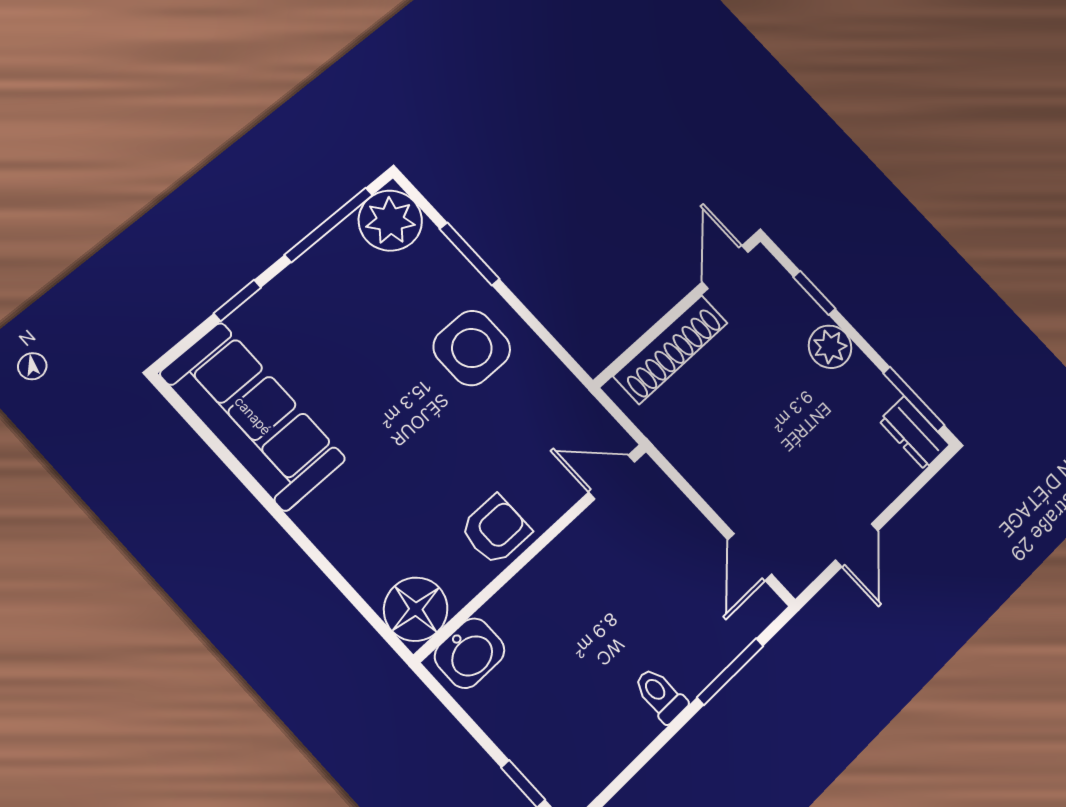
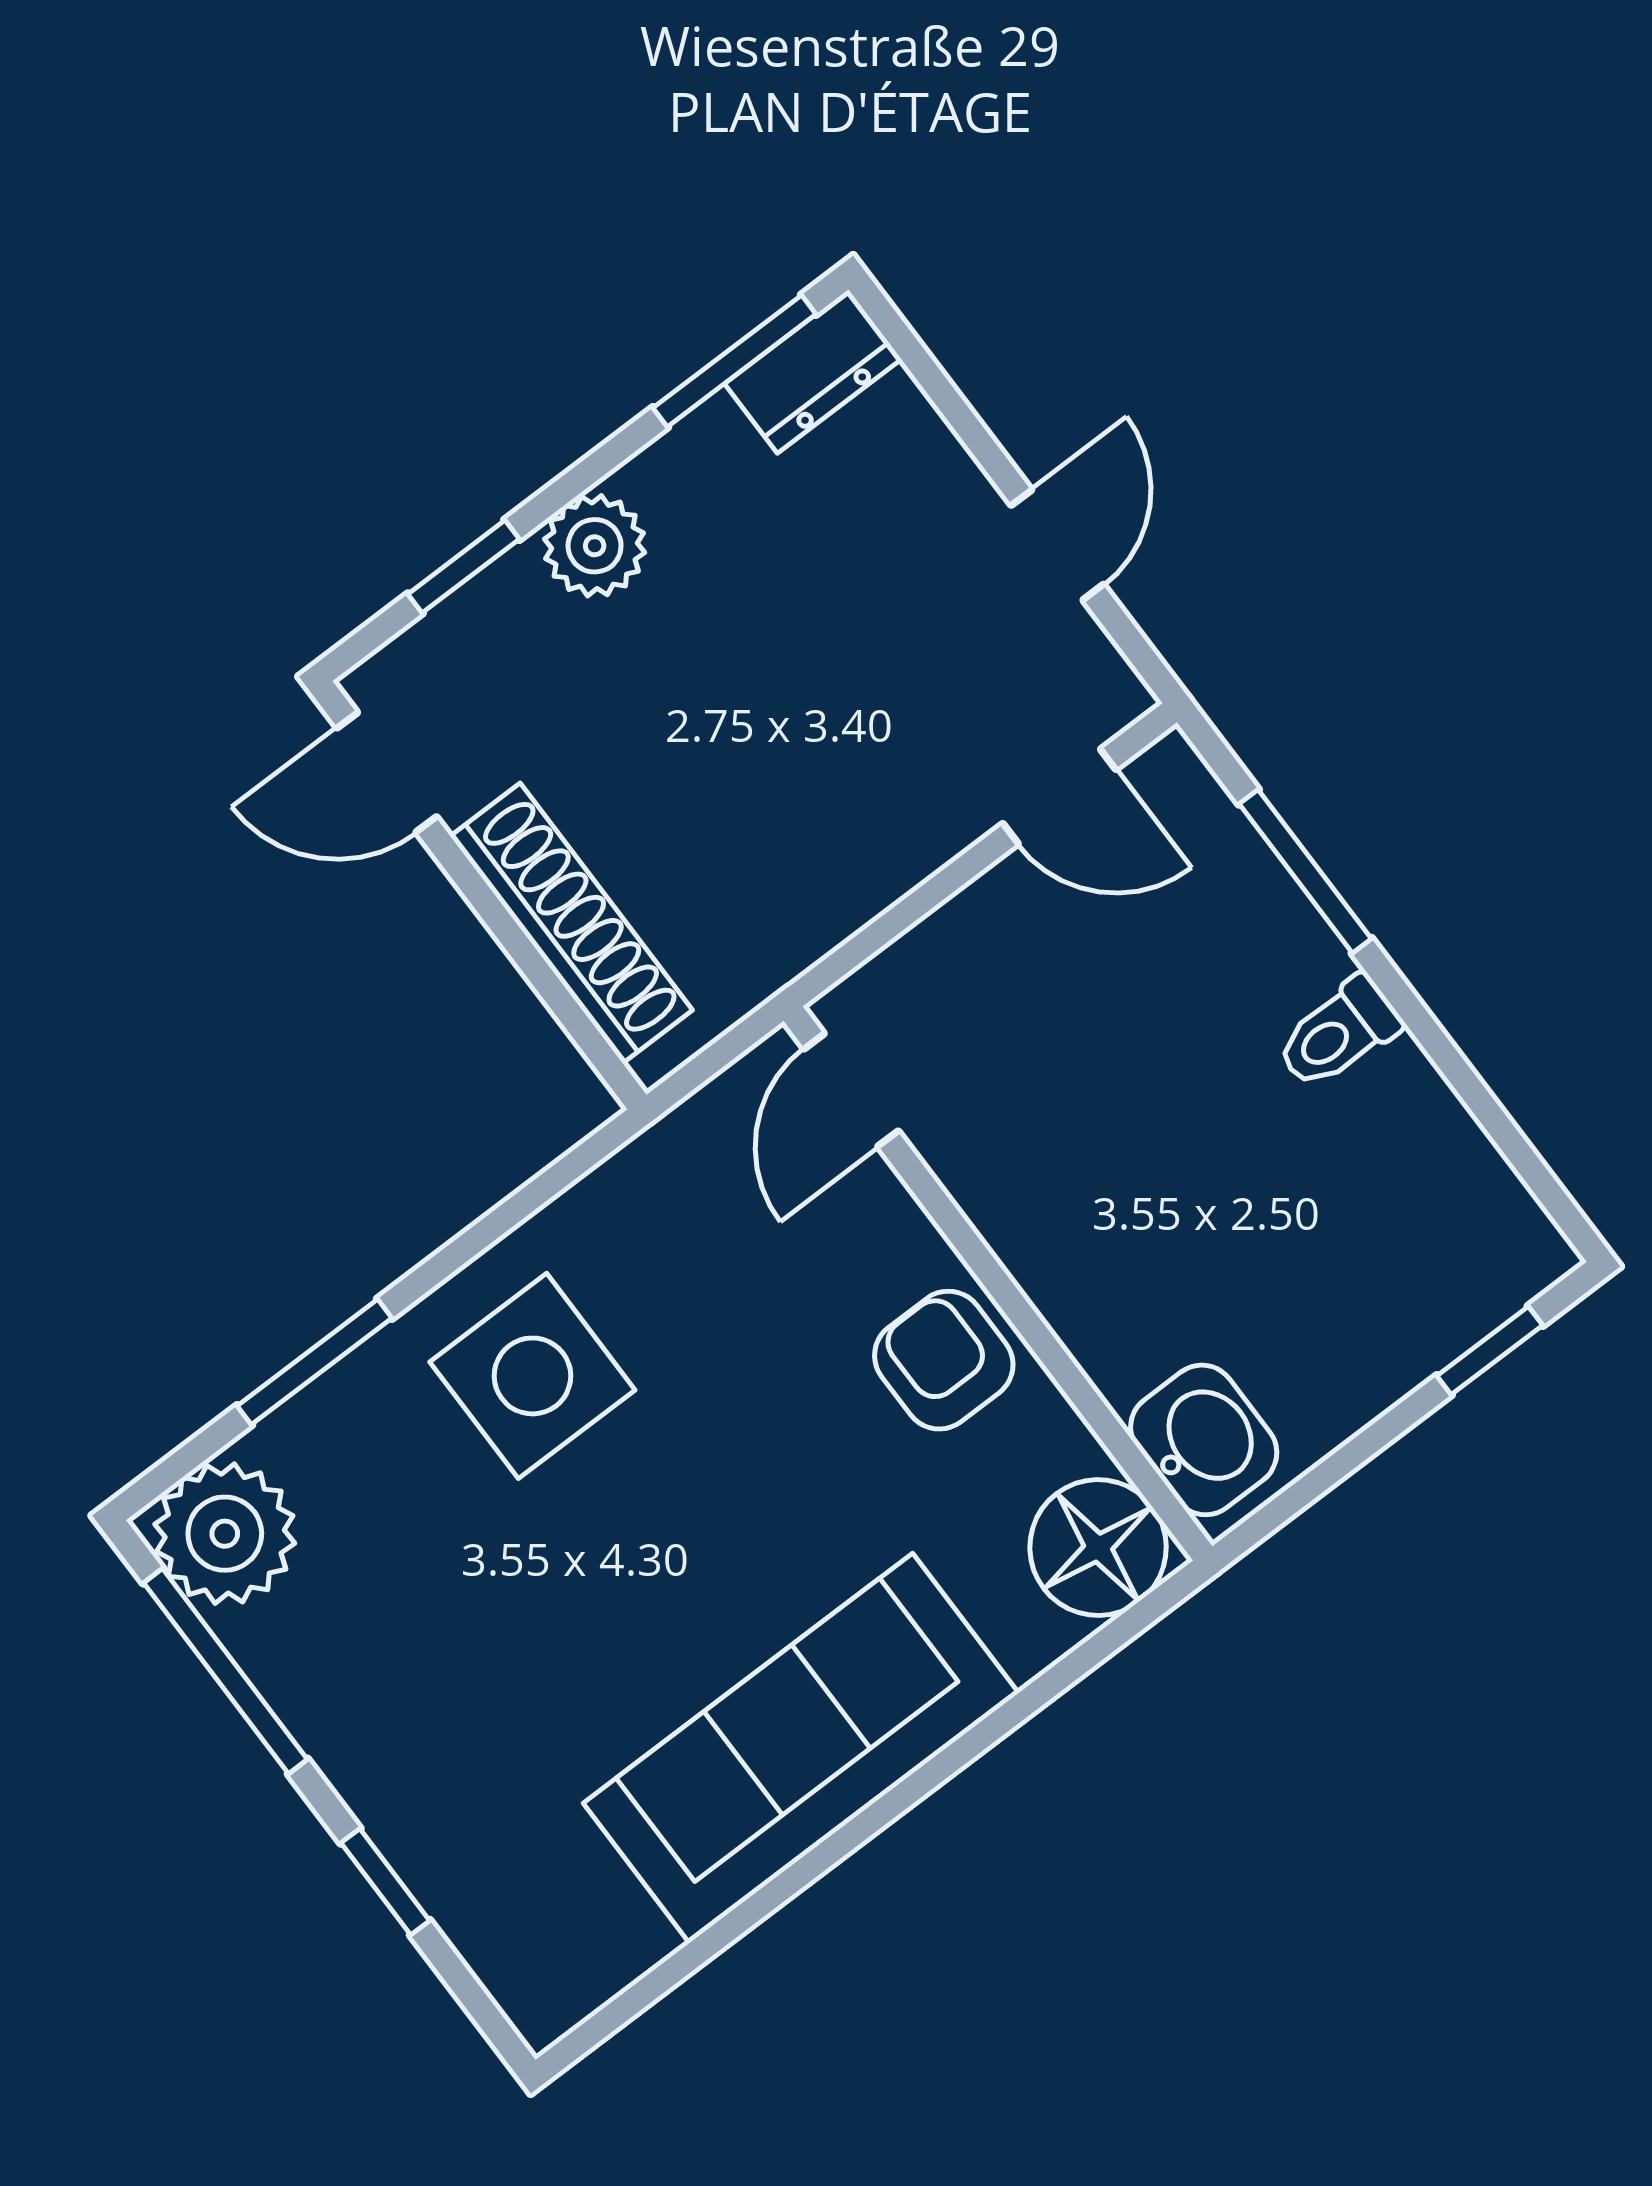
sofa: (253, 416) -> (801, 1748), moved
door: (857, 545) -> (1057, 545), hinge flipped

